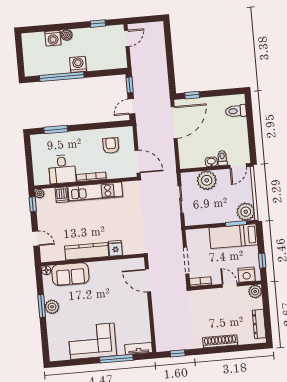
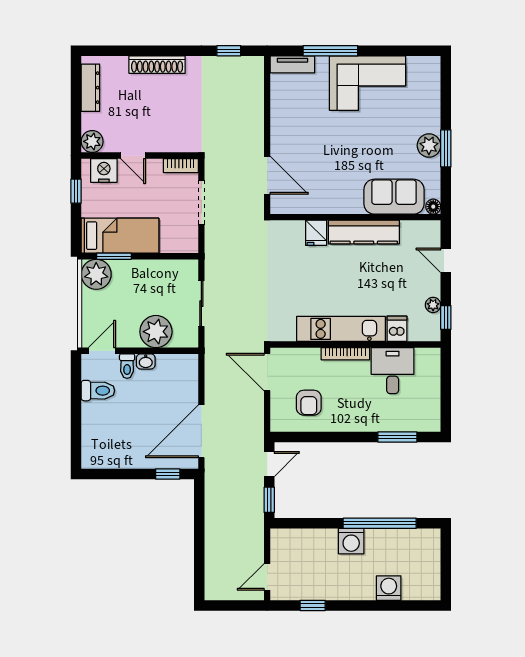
boiler: (67, 35) -> (366, 591), removed
toilet: (236, 111) -> (98, 391), moved
plant: (40, 194) -> (433, 305), moved

